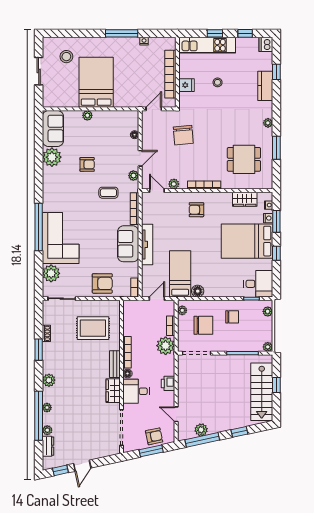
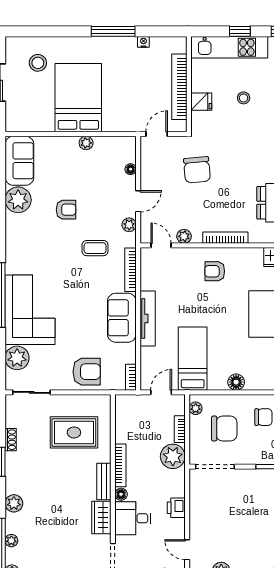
plant: (87, 115) -> (86, 143), moved
floor lamp: (198, 291) -> (236, 382), moved

